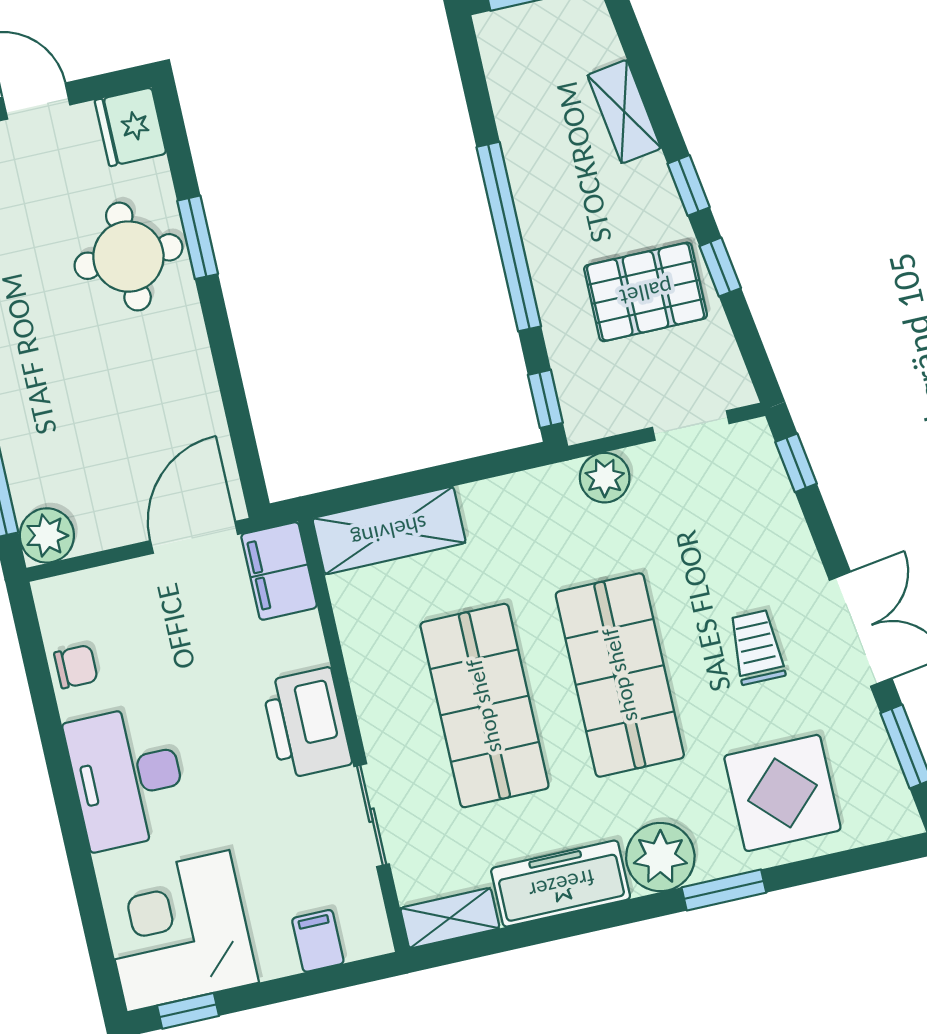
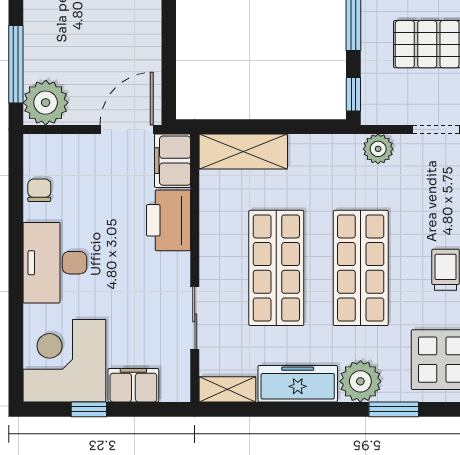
plant: (47, 535) -> (46, 103), width x1.36, depth x1.36
chair: (76, 667) -> (39, 190), turned -90
printer: (307, 723) -> (169, 220), moved
filing cabinet: (318, 941) -> (133, 385), width x2.00
window: (188, 1011) -> (89, 409), moved

